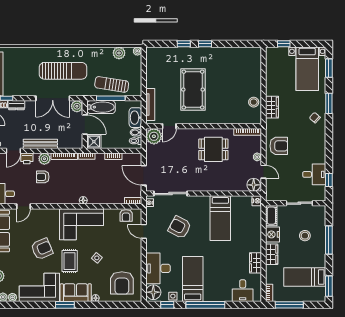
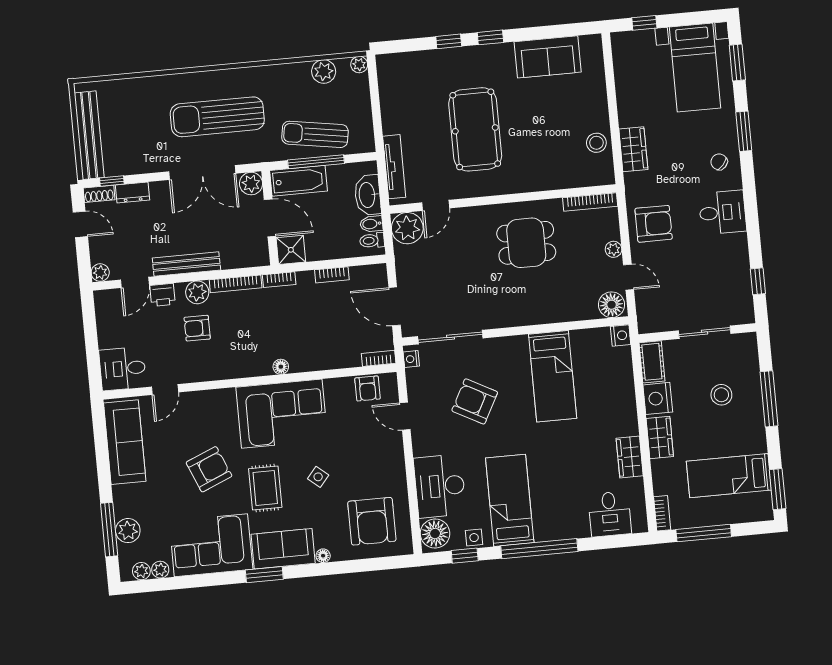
sofa: (233, 56) -> (548, 57), added
sun lounger: (63, 71) -> (217, 117), turned 180
desk: (314, 174) -> (723, 212), moved

